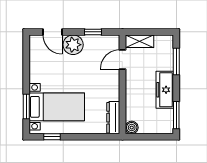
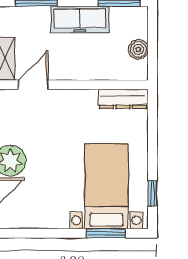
door: (122, 59) -> (33, 85), swing flipped
boiler: (132, 128) -> (138, 49), moved

